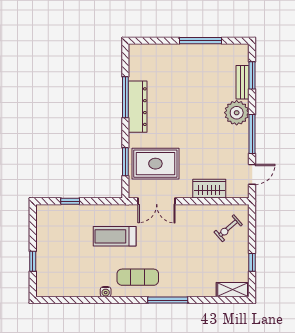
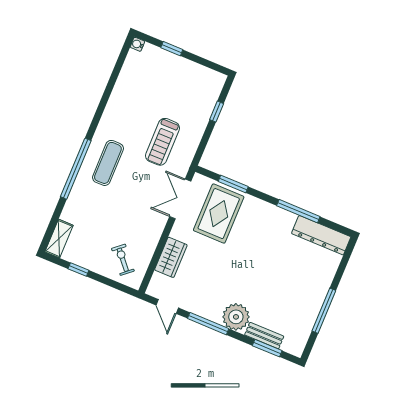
dresser: (138, 107) -> (321, 235), moved
treadmill: (115, 236) -> (162, 142), turned 180
exercise mat: (138, 277) -> (108, 163), moved
water cooler: (106, 292) -> (137, 44), moved
window: (168, 300) -> (76, 169), width x1.46

